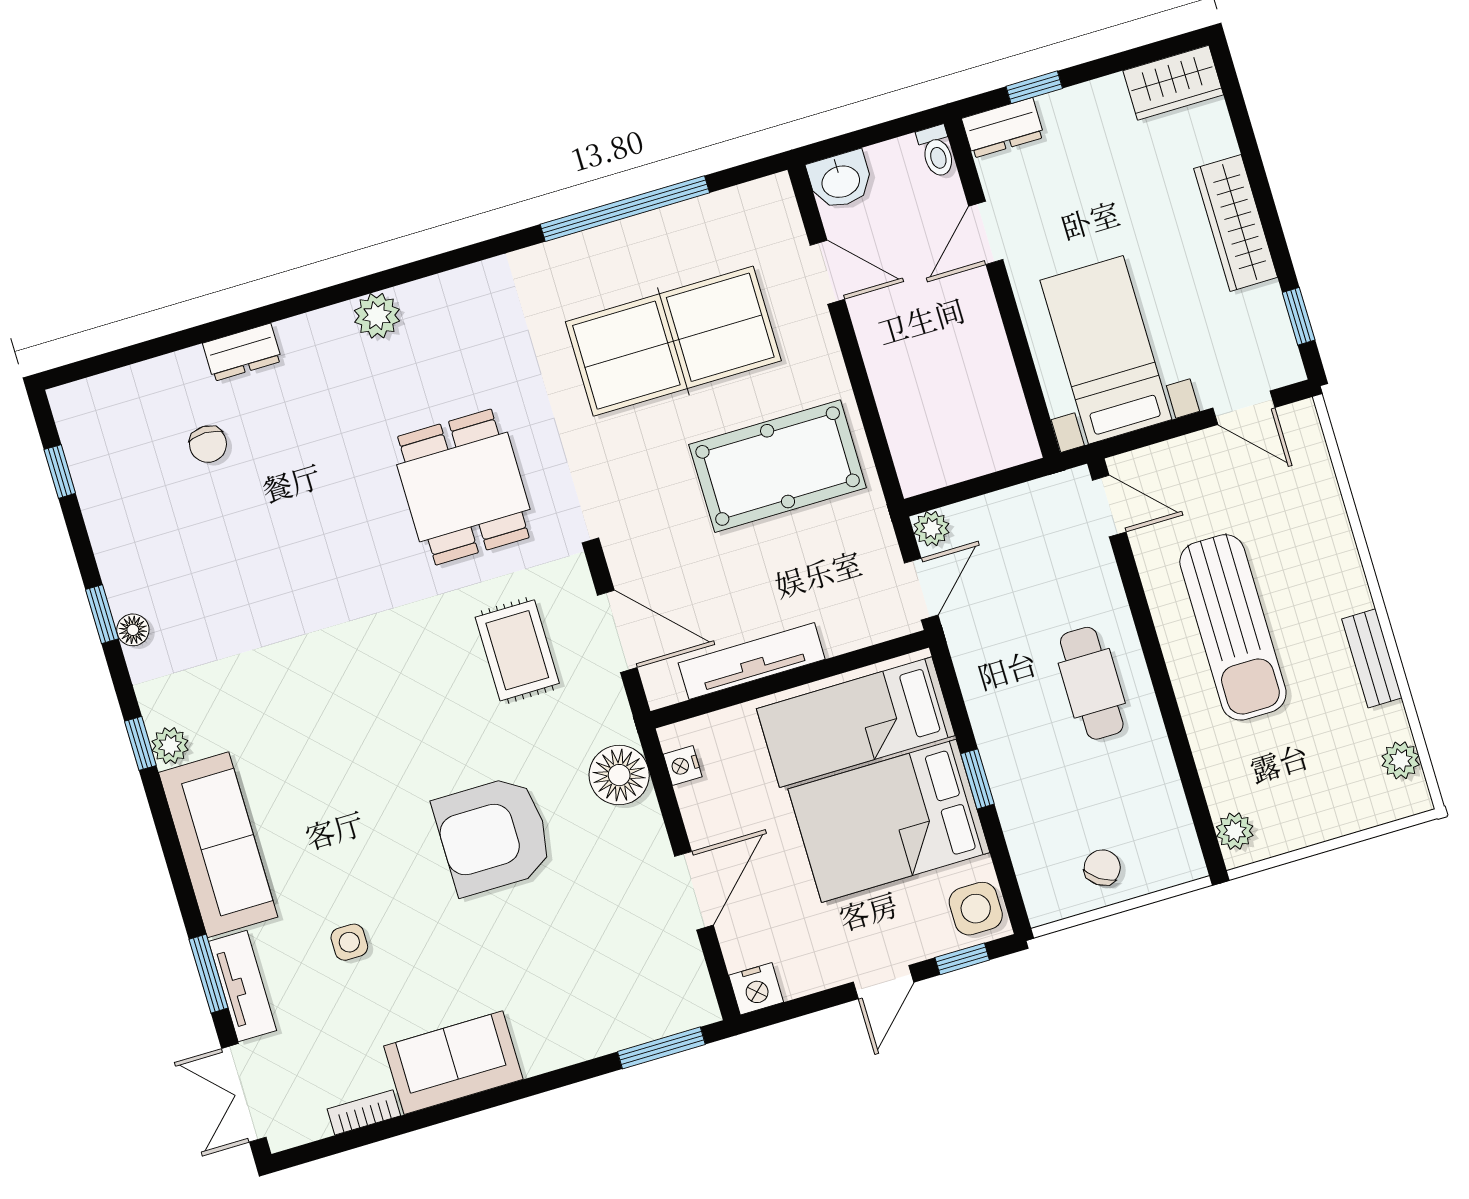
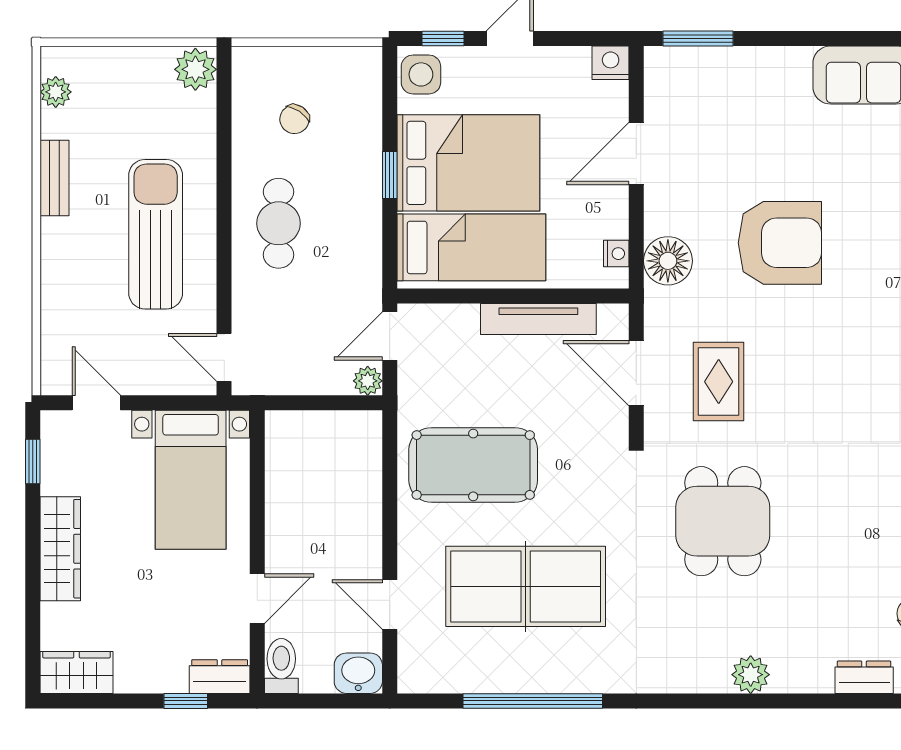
toilet: (936, 151) -> (281, 666), width x1.37, depth x1.39
plant: (1235, 831) -> (195, 69), width x1.38, depth x1.38
chair: (1102, 868) -> (294, 119), moved

